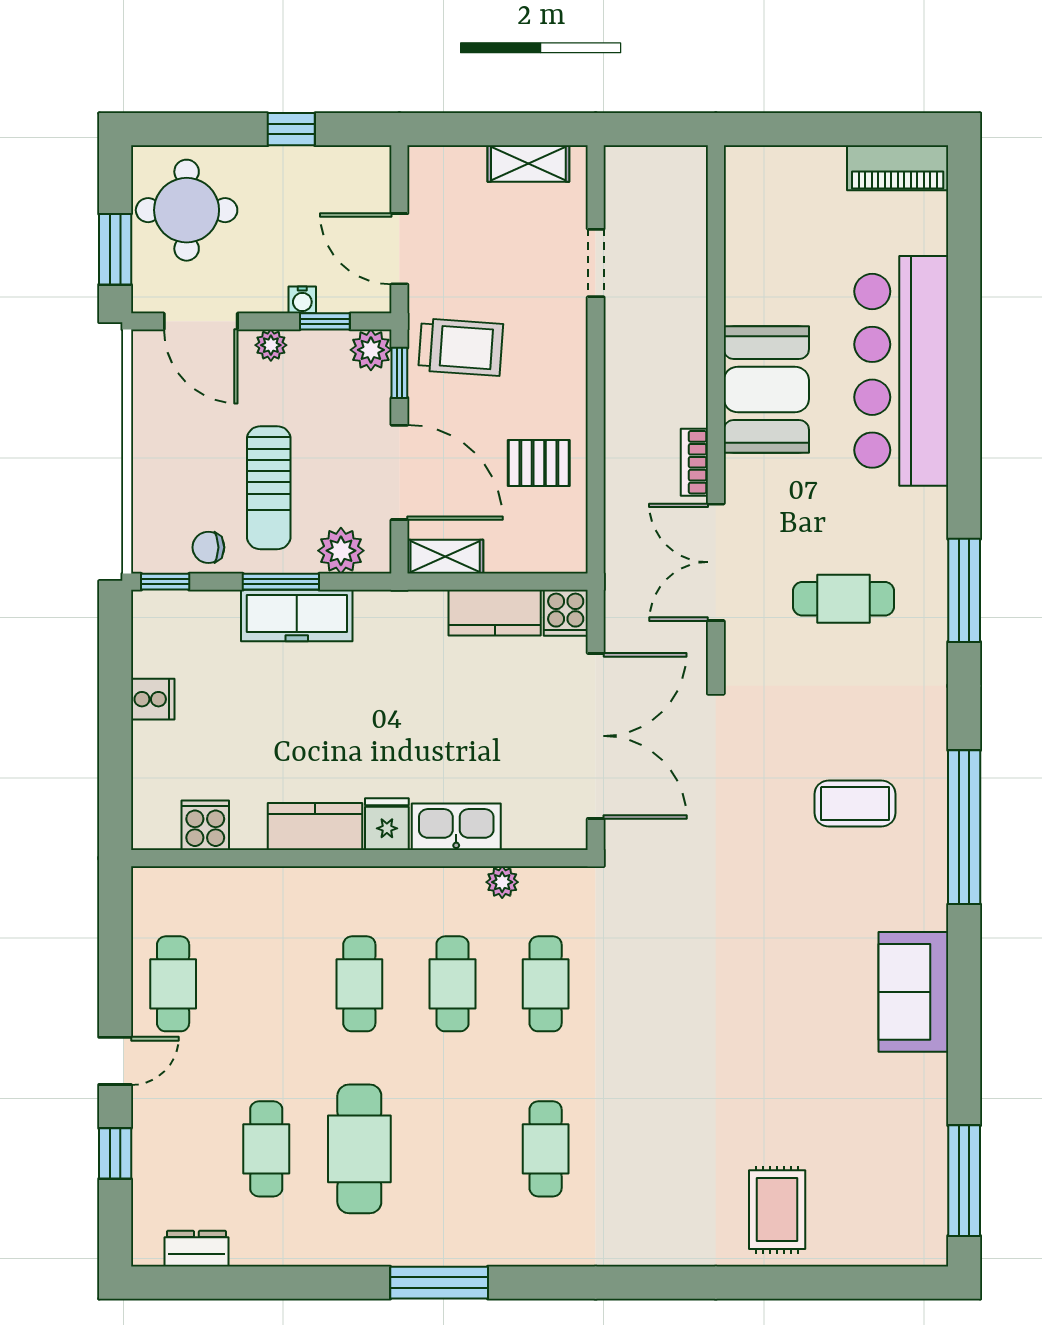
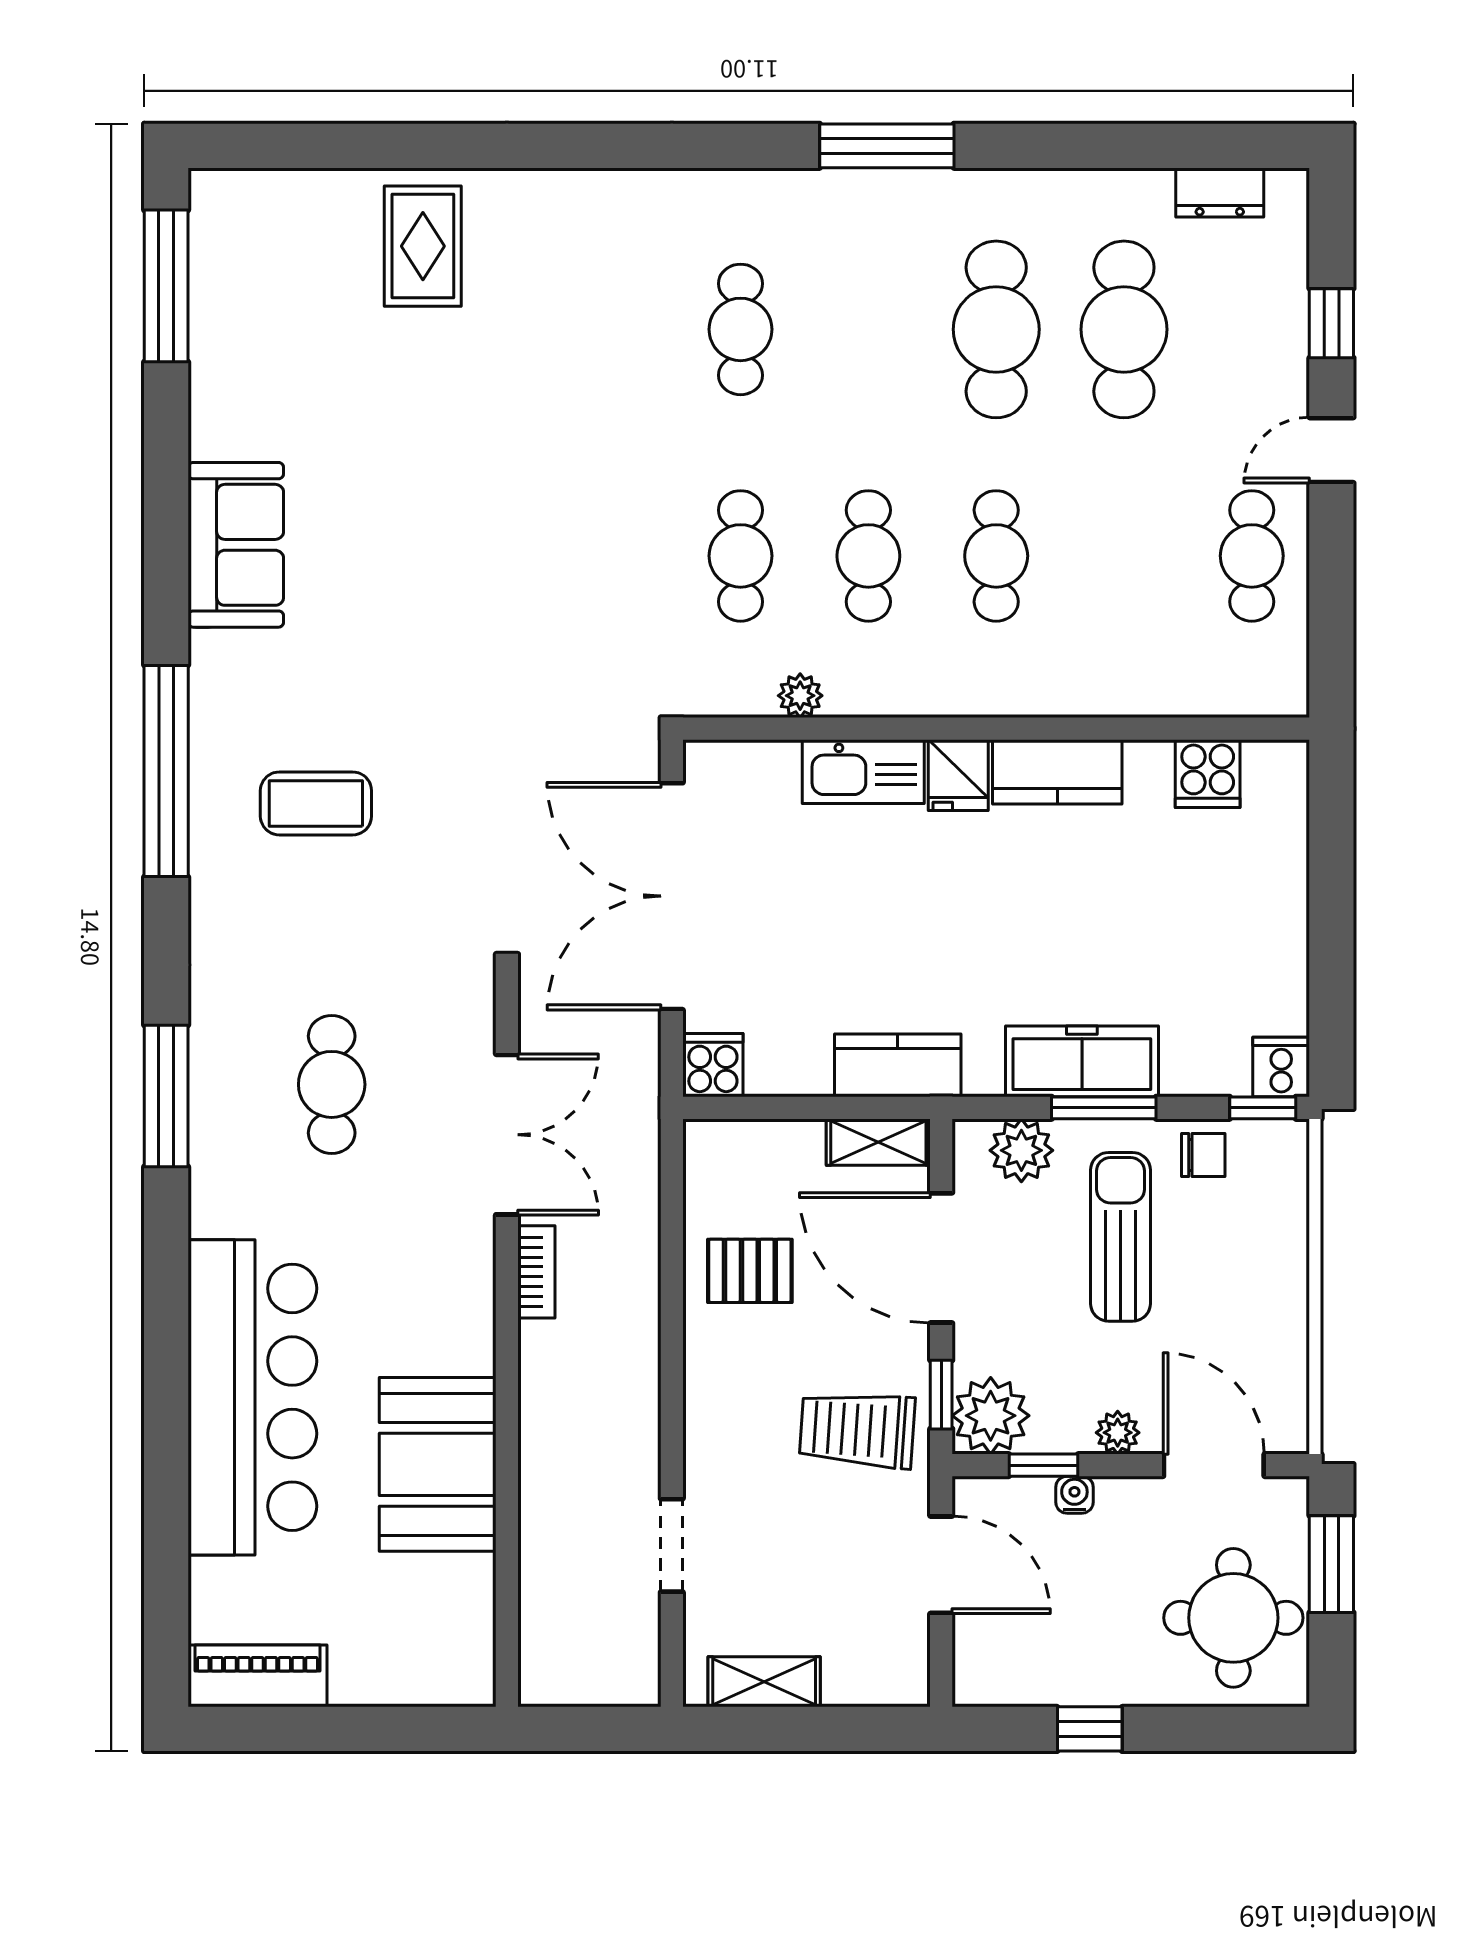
plant: (371, 350) -> (991, 1416), width x1.36, depth x1.36
booth: (766, 389) -> (438, 1464), moved
cafe table: (844, 599) -> (332, 1084), turned 90
kitchen counter: (495, 613) -> (898, 1065), moved
cooker: (153, 699) -> (1281, 1067), moved, turned 90
cafe table: (266, 1149) -> (1124, 329), width x1.37, depth x1.35

